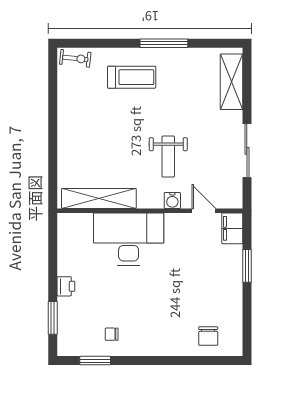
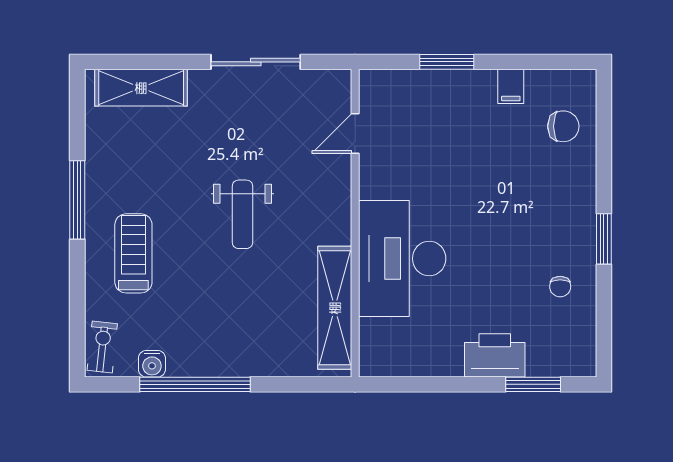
window: (53, 114) -> (195, 384), added
weight bench: (168, 157) -> (242, 214), moved, turned 90
water cooler: (172, 201) -> (152, 364), moved, turned 90
filing cabinet: (232, 228) -> (511, 86), moved, width x0.50
printer: (66, 286) -> (495, 355), width x1.87, depth x1.48
window: (95, 361) -> (604, 239), moved

